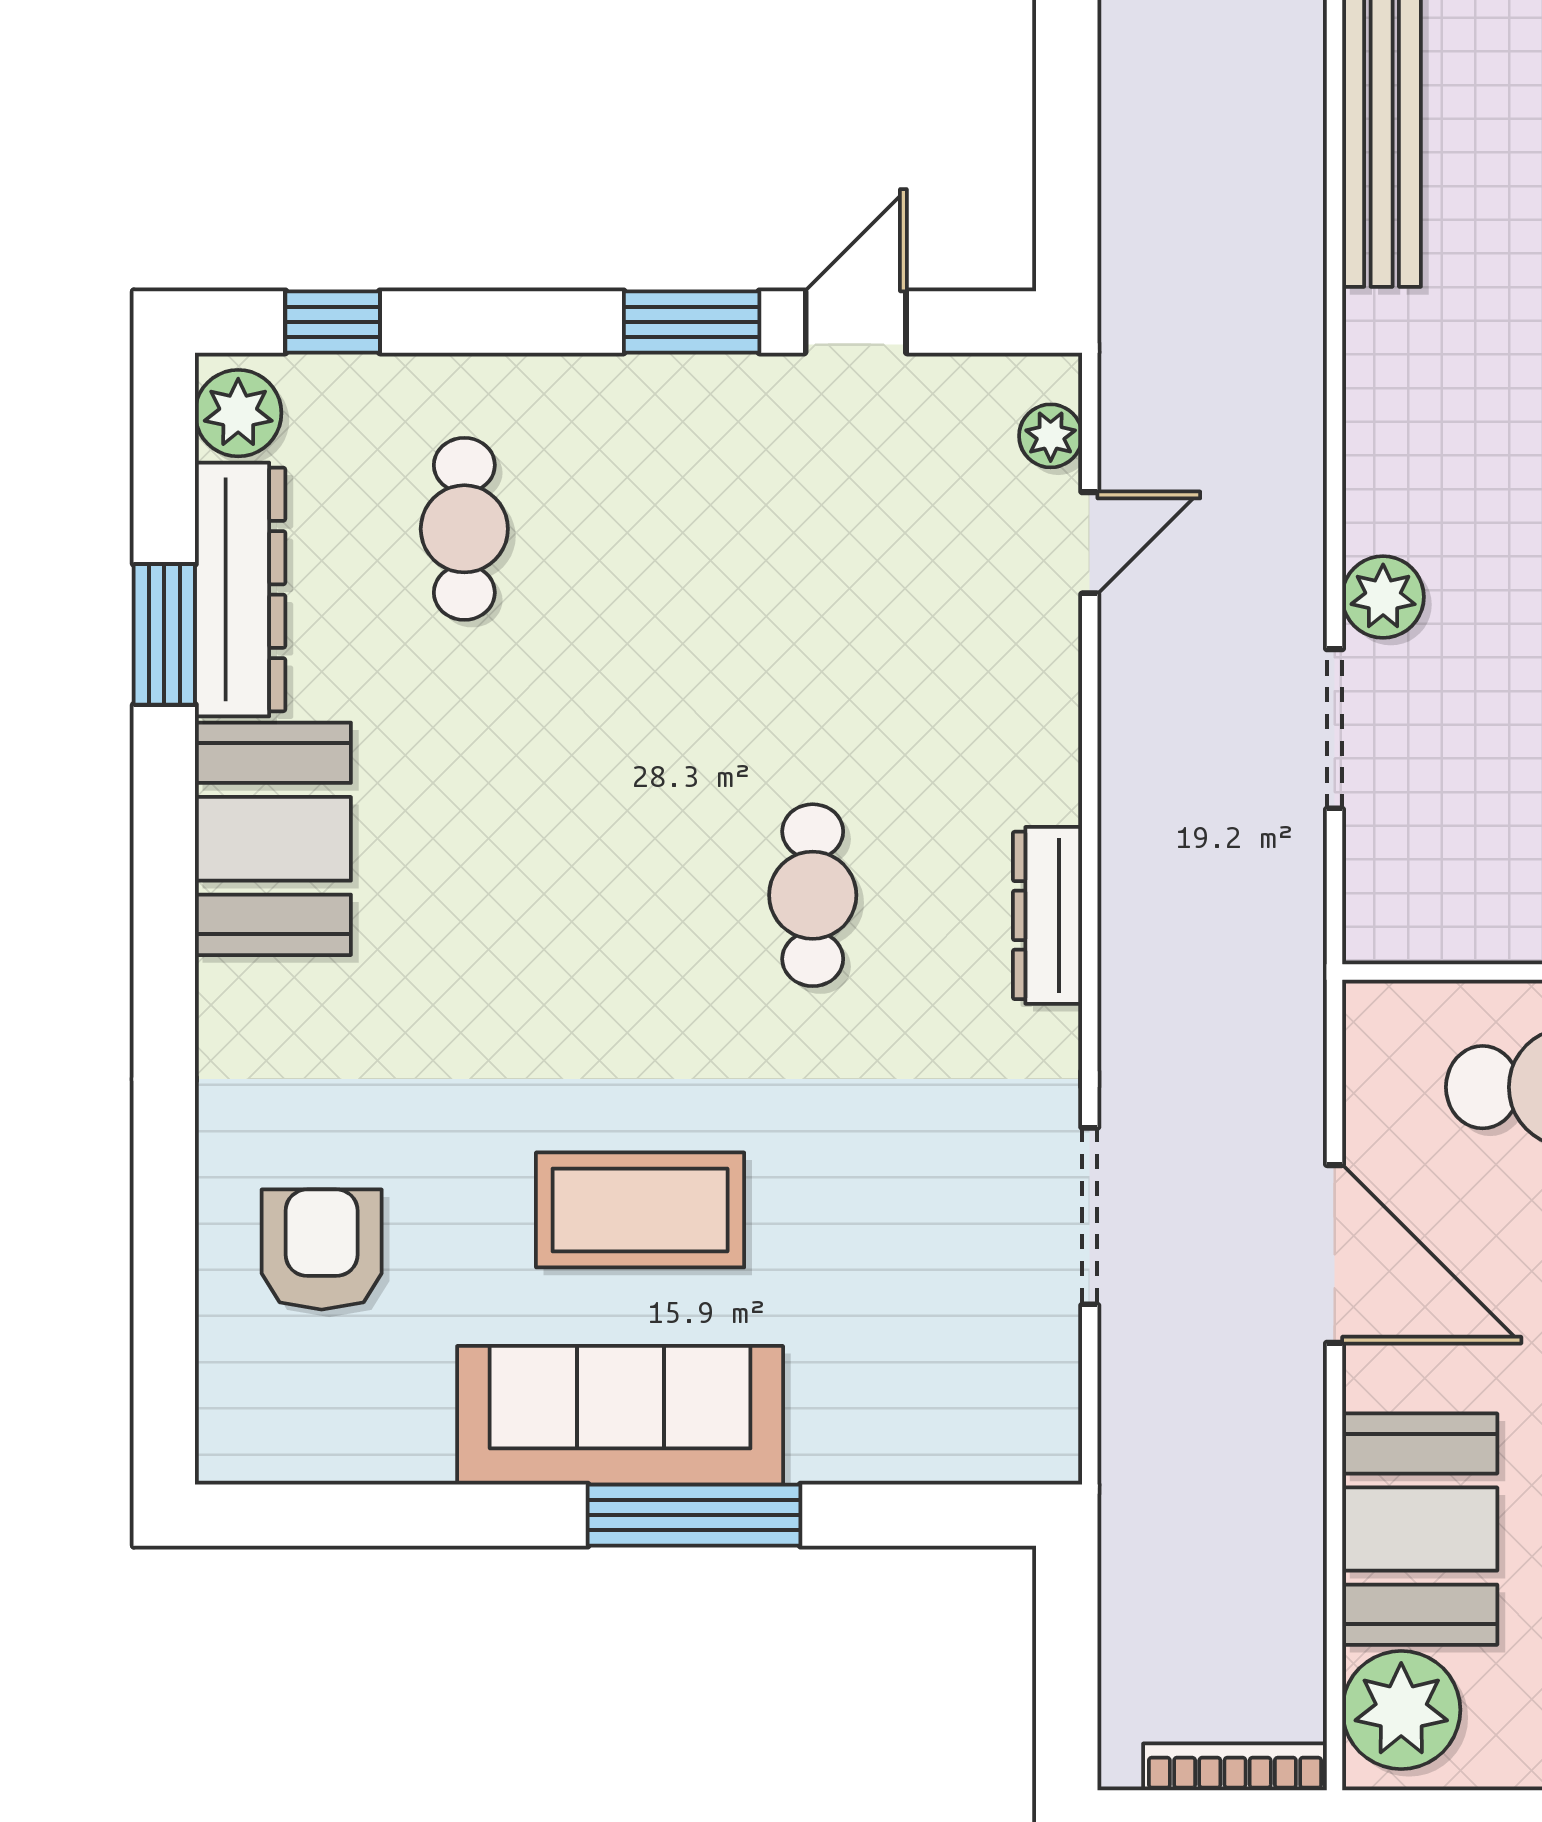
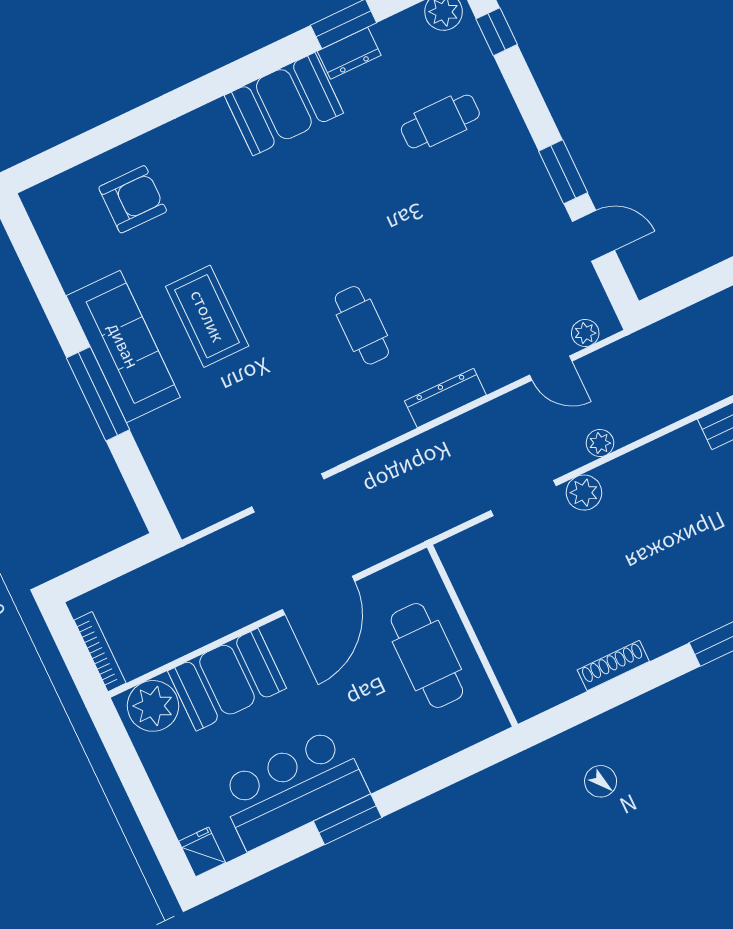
plant: (1295, 514) -> (600, 443), added
dresser: (240, 589) -> (349, 53), width x0.51, depth x0.80
cafe table: (813, 895) -> (362, 325), turned 90
dresser: (1048, 915) -> (445, 398), moved

